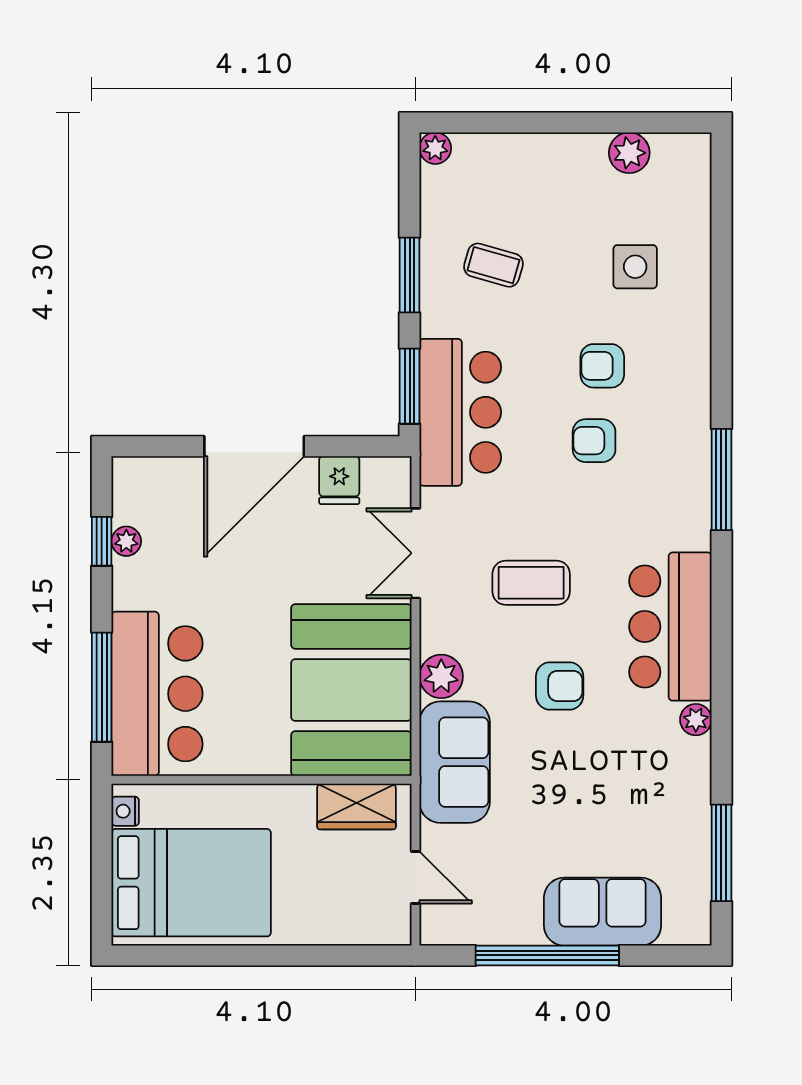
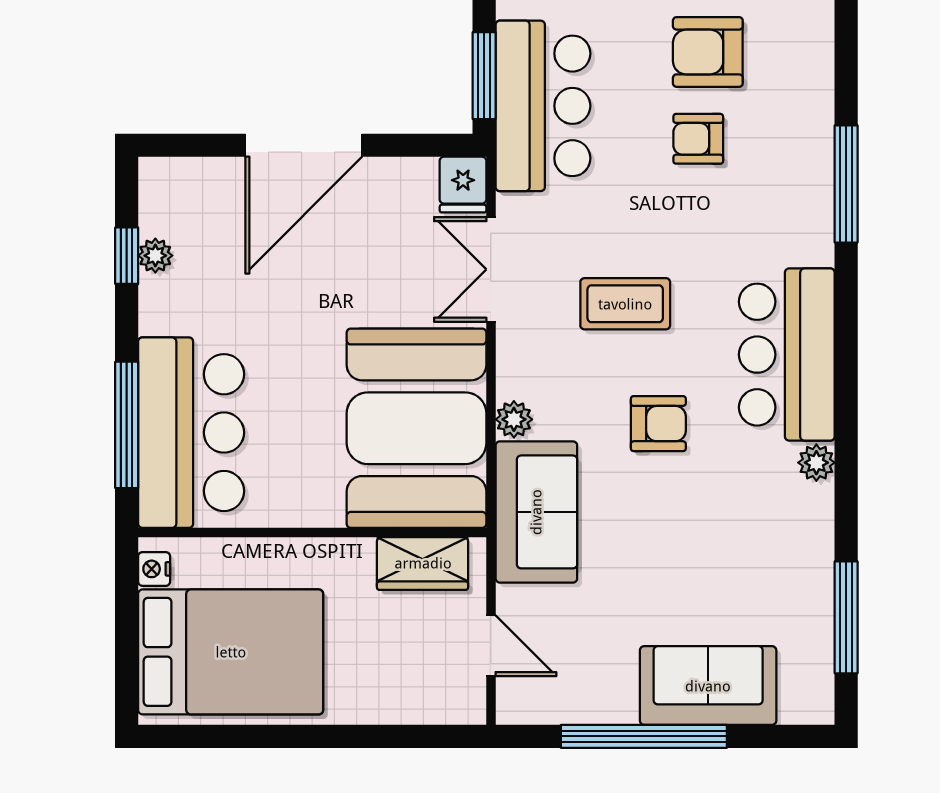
armchair: (602, 366) -> (708, 52), width x1.38, depth x1.38
fridge: (339, 480) -> (463, 185), moved
plant: (441, 676) -> (514, 419), width x0.73, depth x0.73

